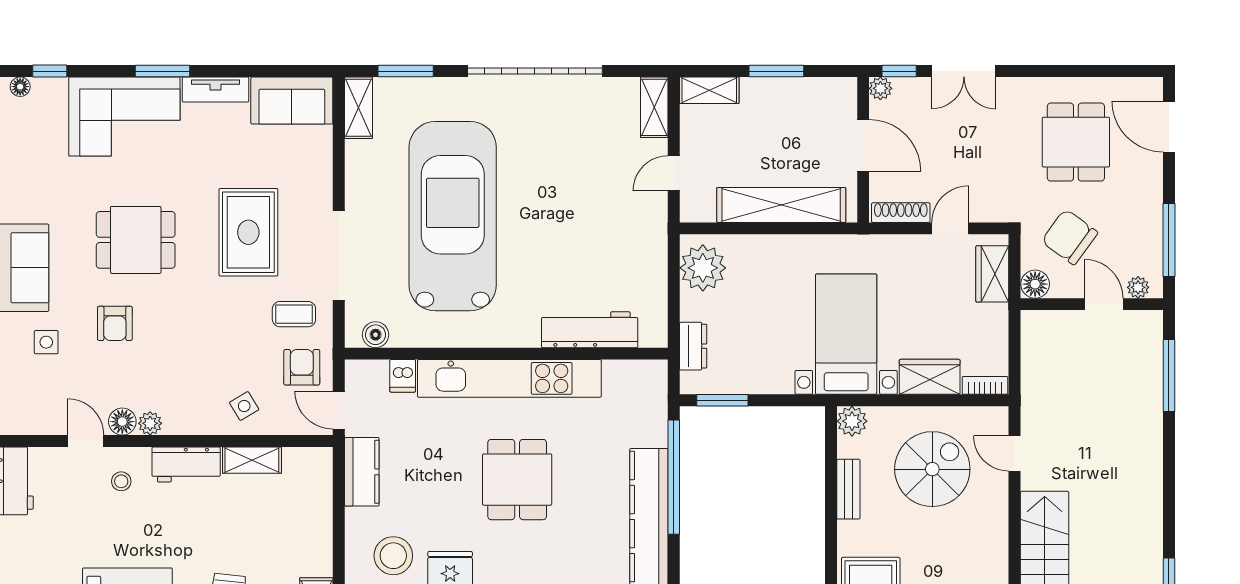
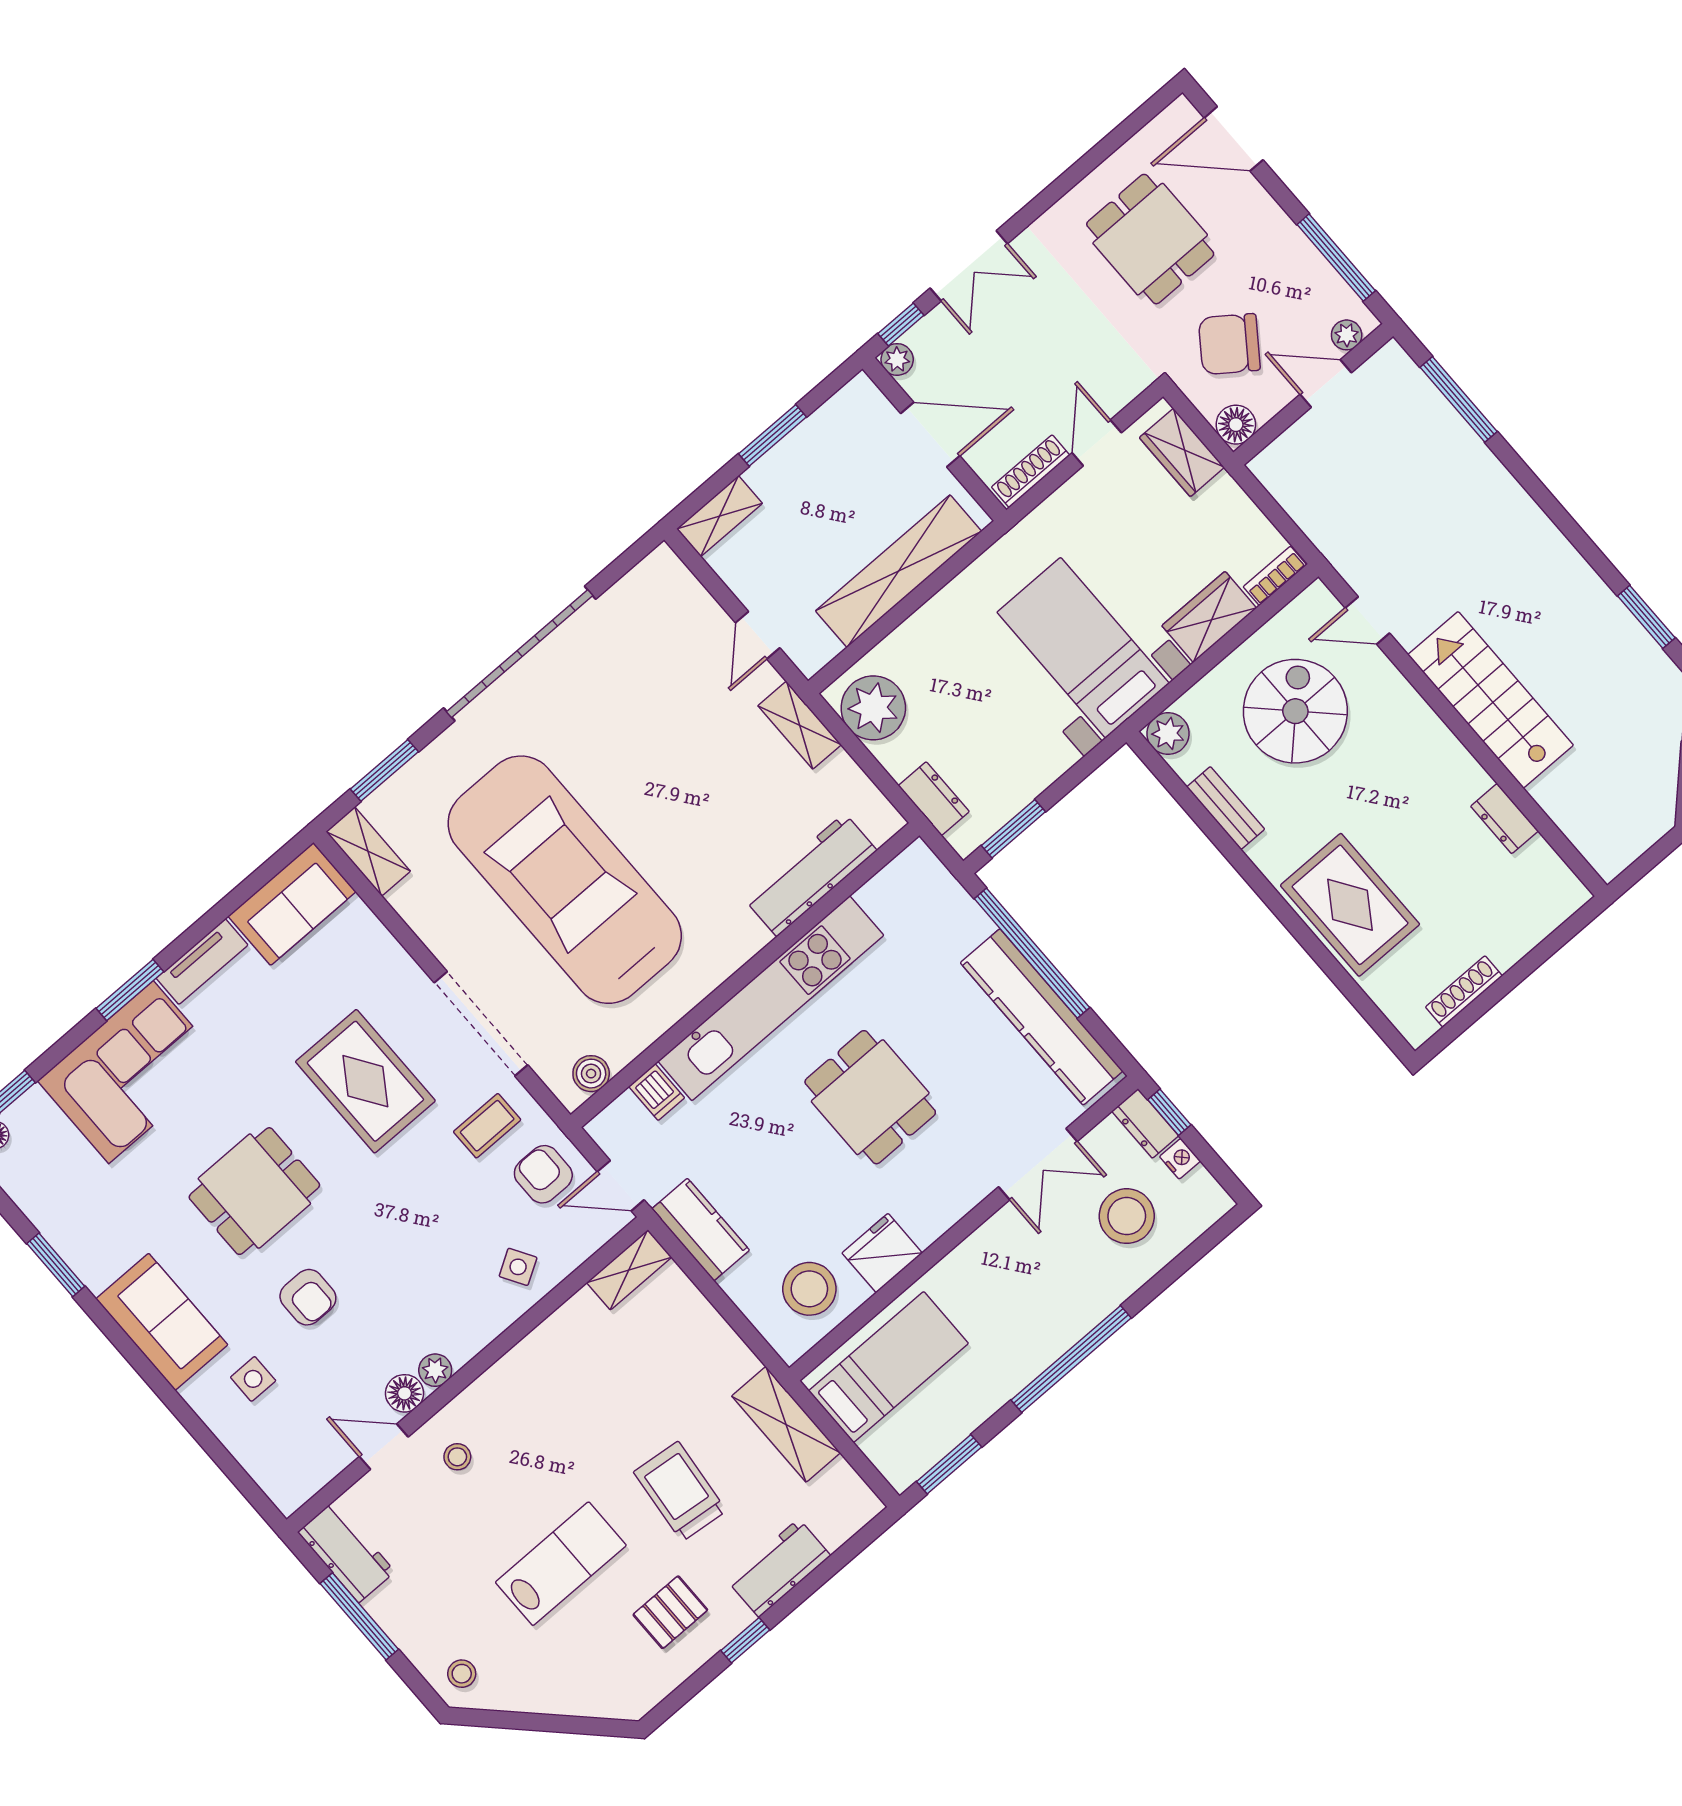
shelving: (654, 107) -> (800, 725), moved
shelving: (252, 460) -> (629, 1270), moved
workbench: (186, 464) -> (510, 1381), removed

